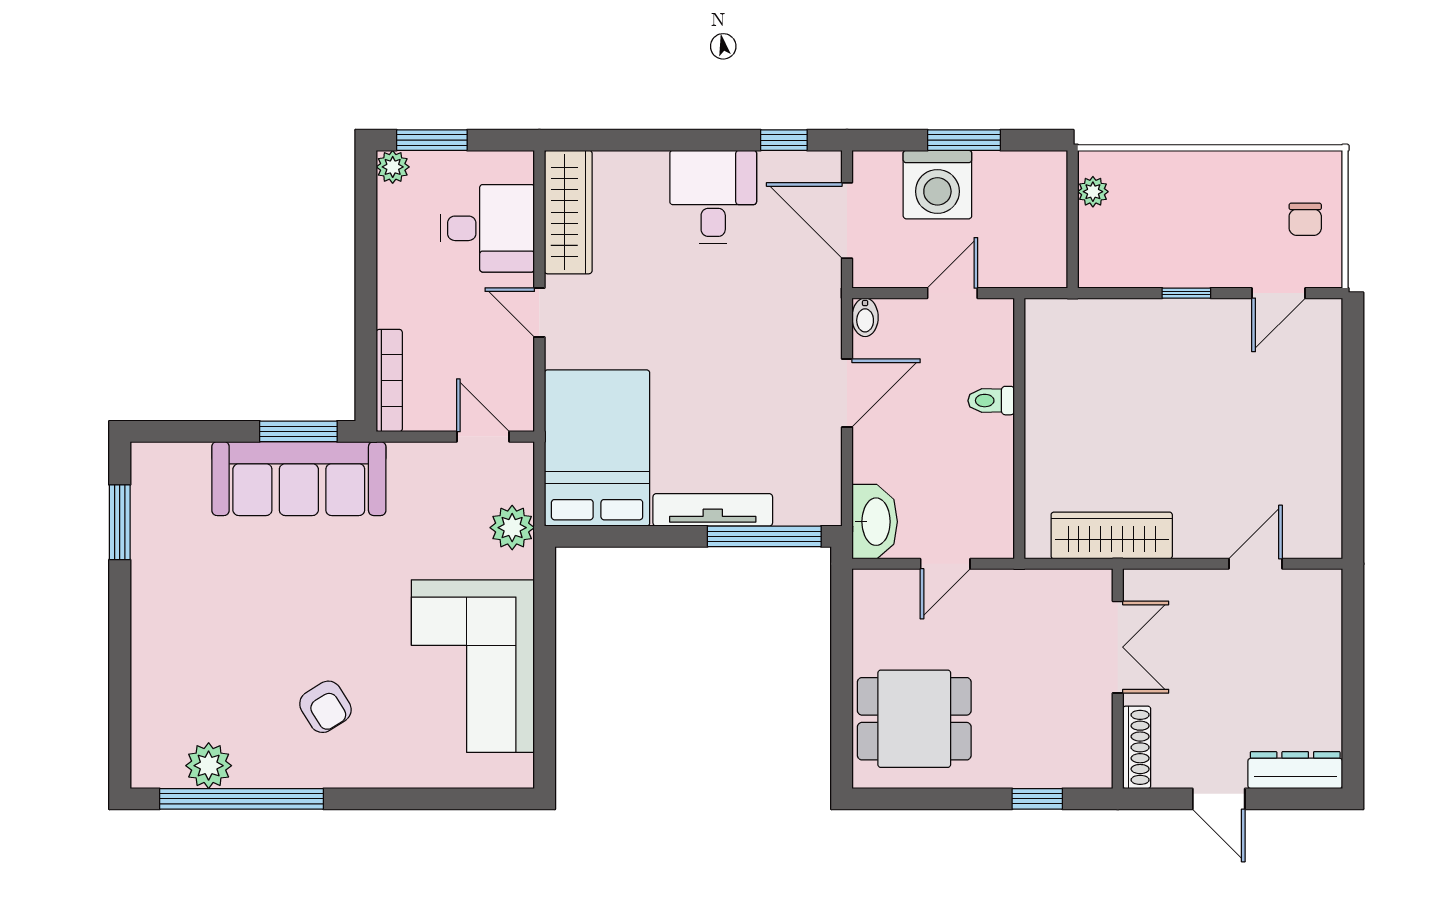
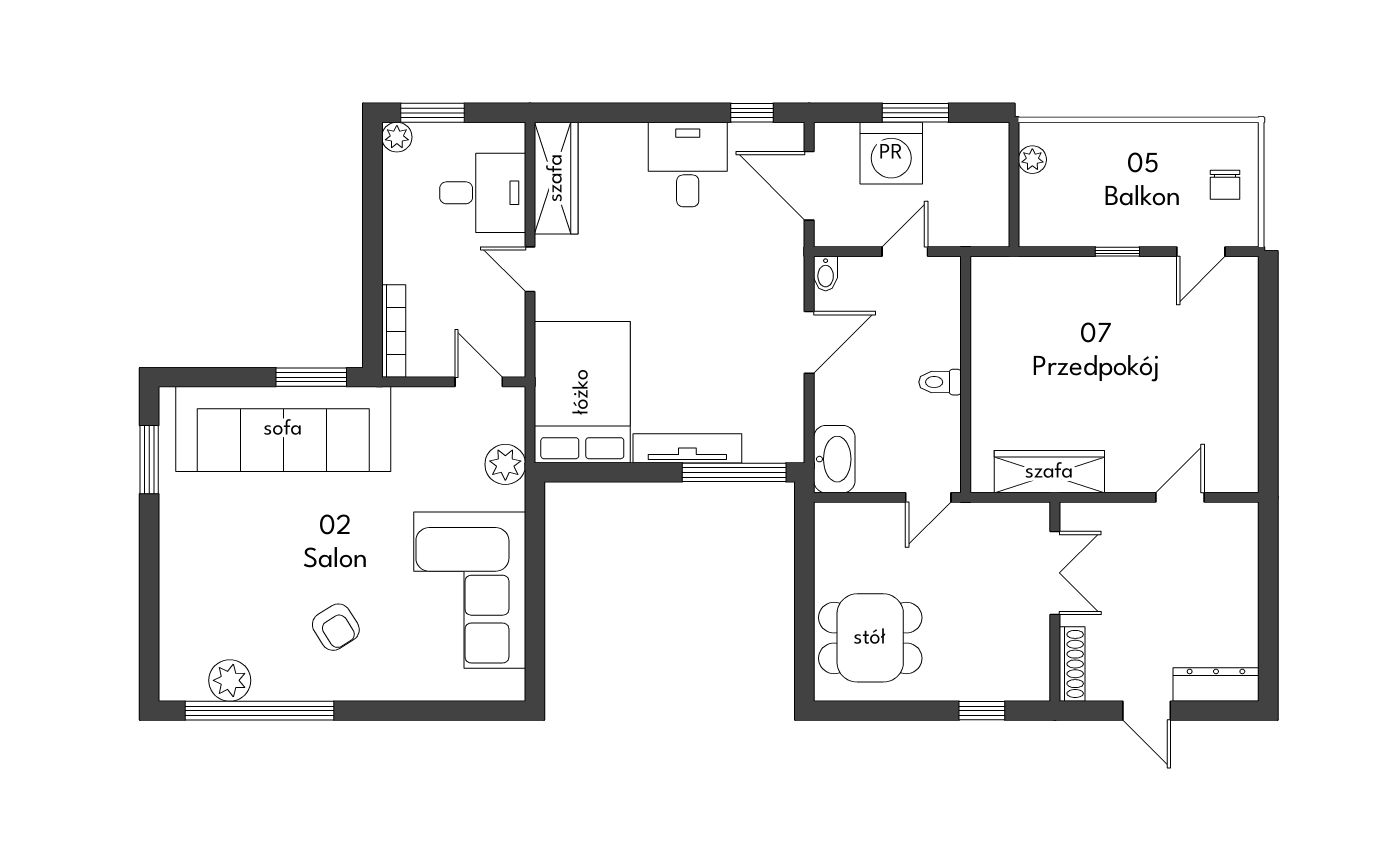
toilet: (991, 401) -> (940, 382), moved
sofa: (299, 479) -> (283, 429), width x1.36, depth x1.27
door: (945, 564) -> (928, 497), moved

